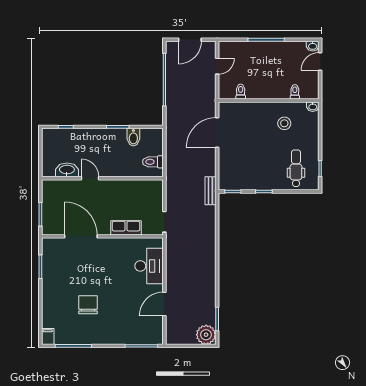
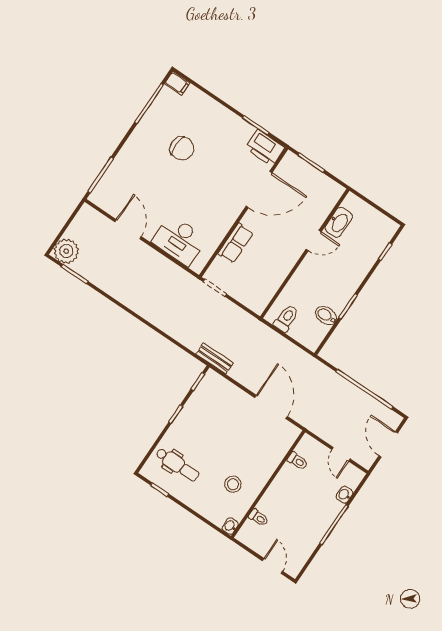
washbasin: (313, 46) -> (344, 495), moved
printer: (51, 251) -> (265, 148), added

